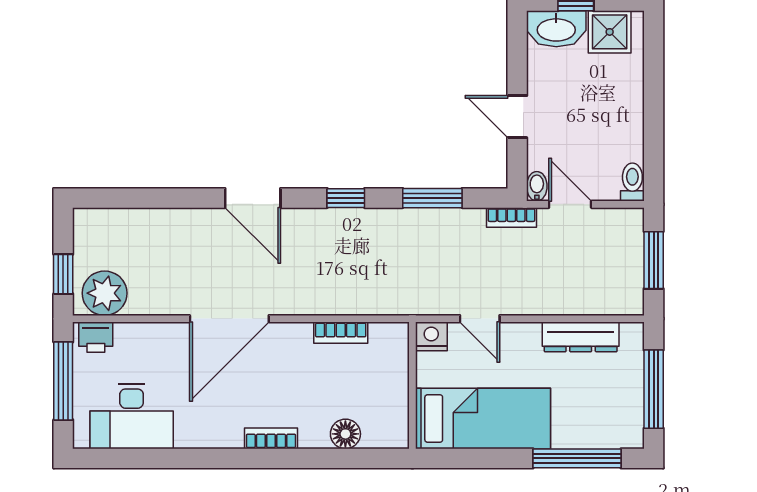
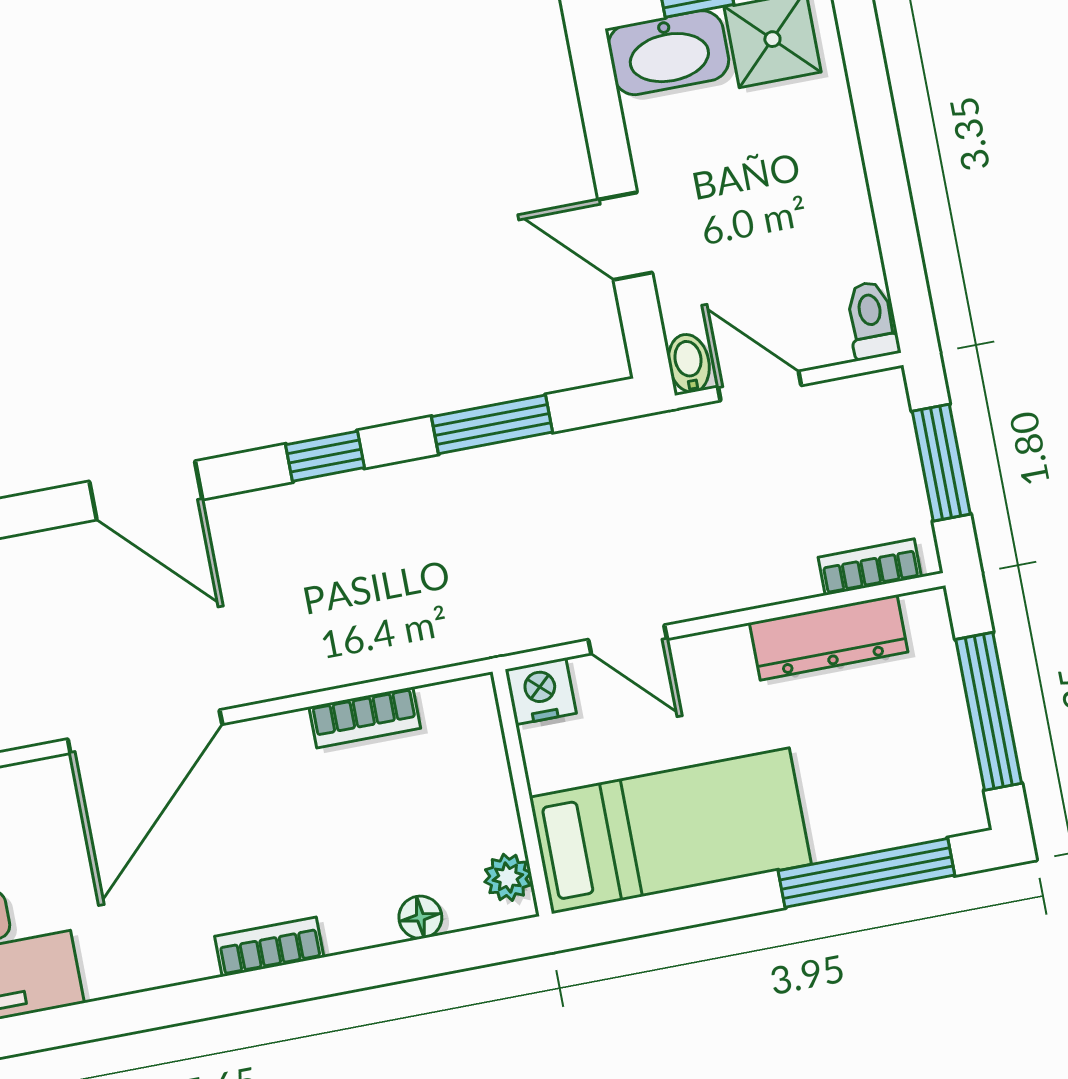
bookcase: (511, 218) -> (870, 567), moved, turned 180
plant: (397, 426) -> (508, 877), added
floor lamp: (345, 434) -> (420, 917), width x0.73, depth x0.73

